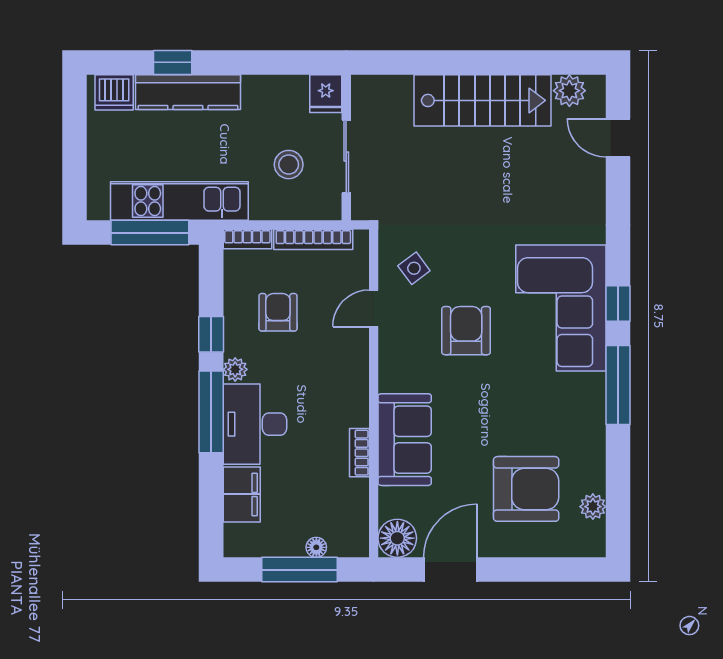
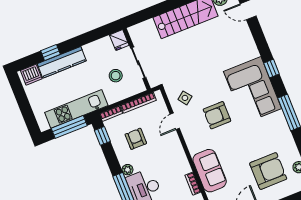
window: (618, 304) -> (271, 68), moved
armchair: (466, 331) -> (217, 115), turned -90
window: (211, 334) -> (102, 136), moved

